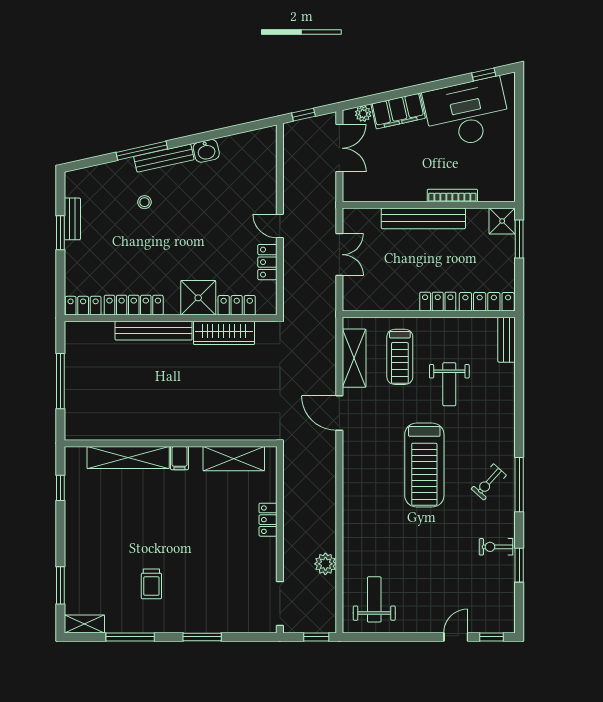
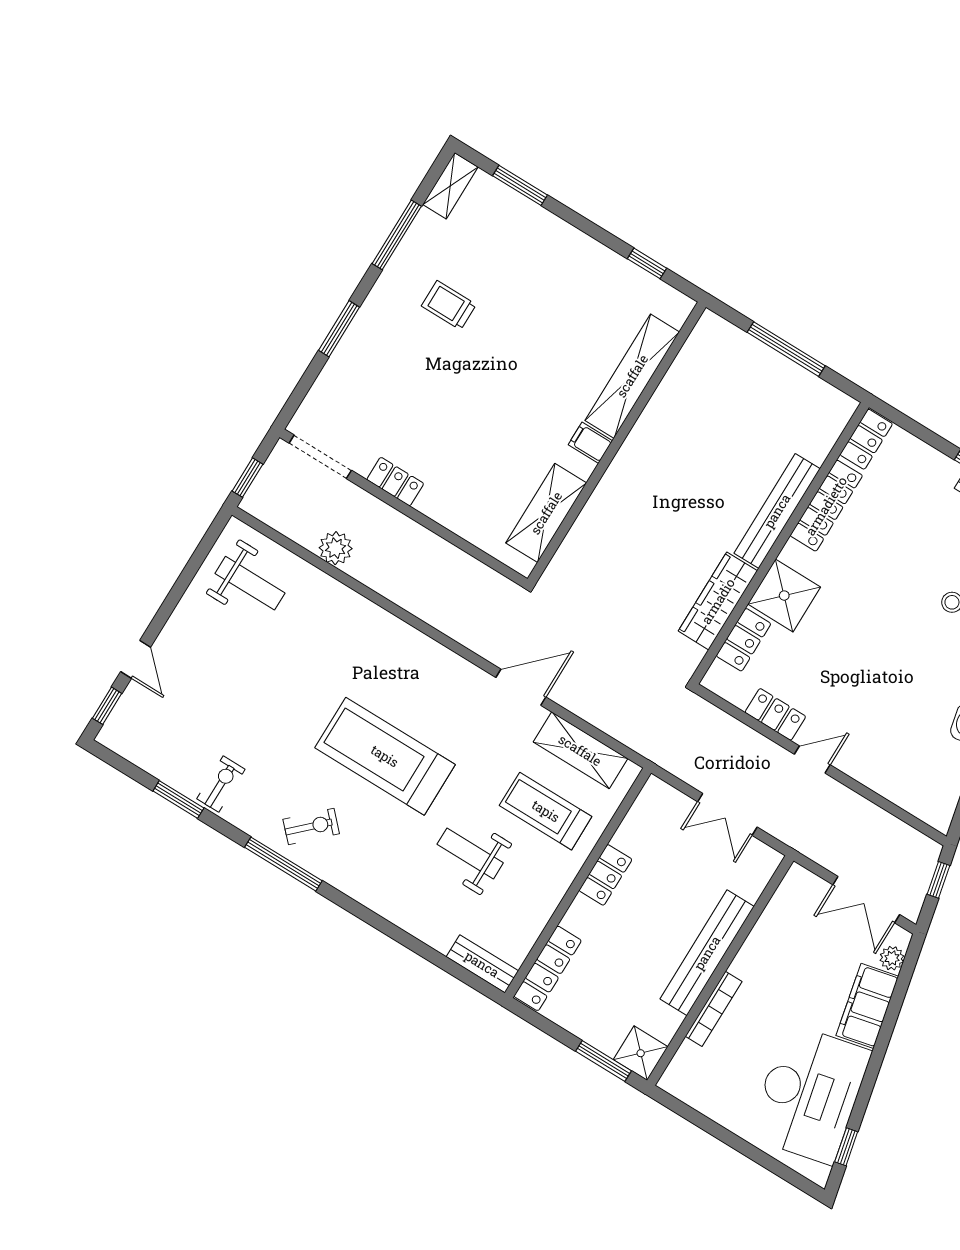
locker: (438, 302) -> (605, 875), moved
exercise bike: (489, 482) -> (311, 826), turned 94
locker: (268, 520) -> (395, 482), moved

